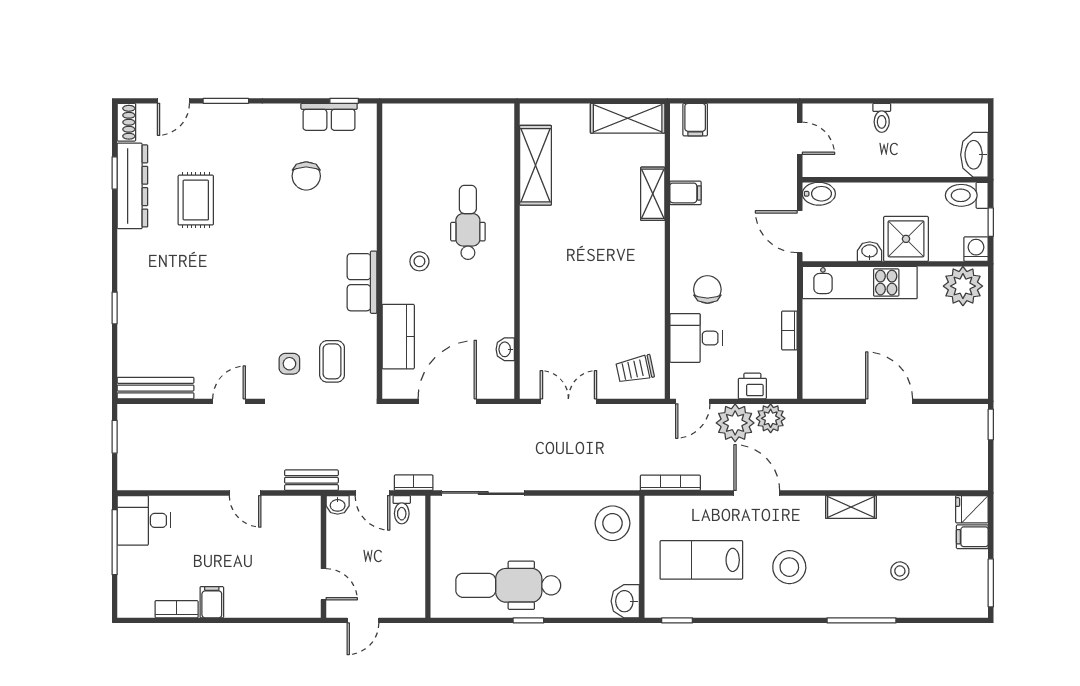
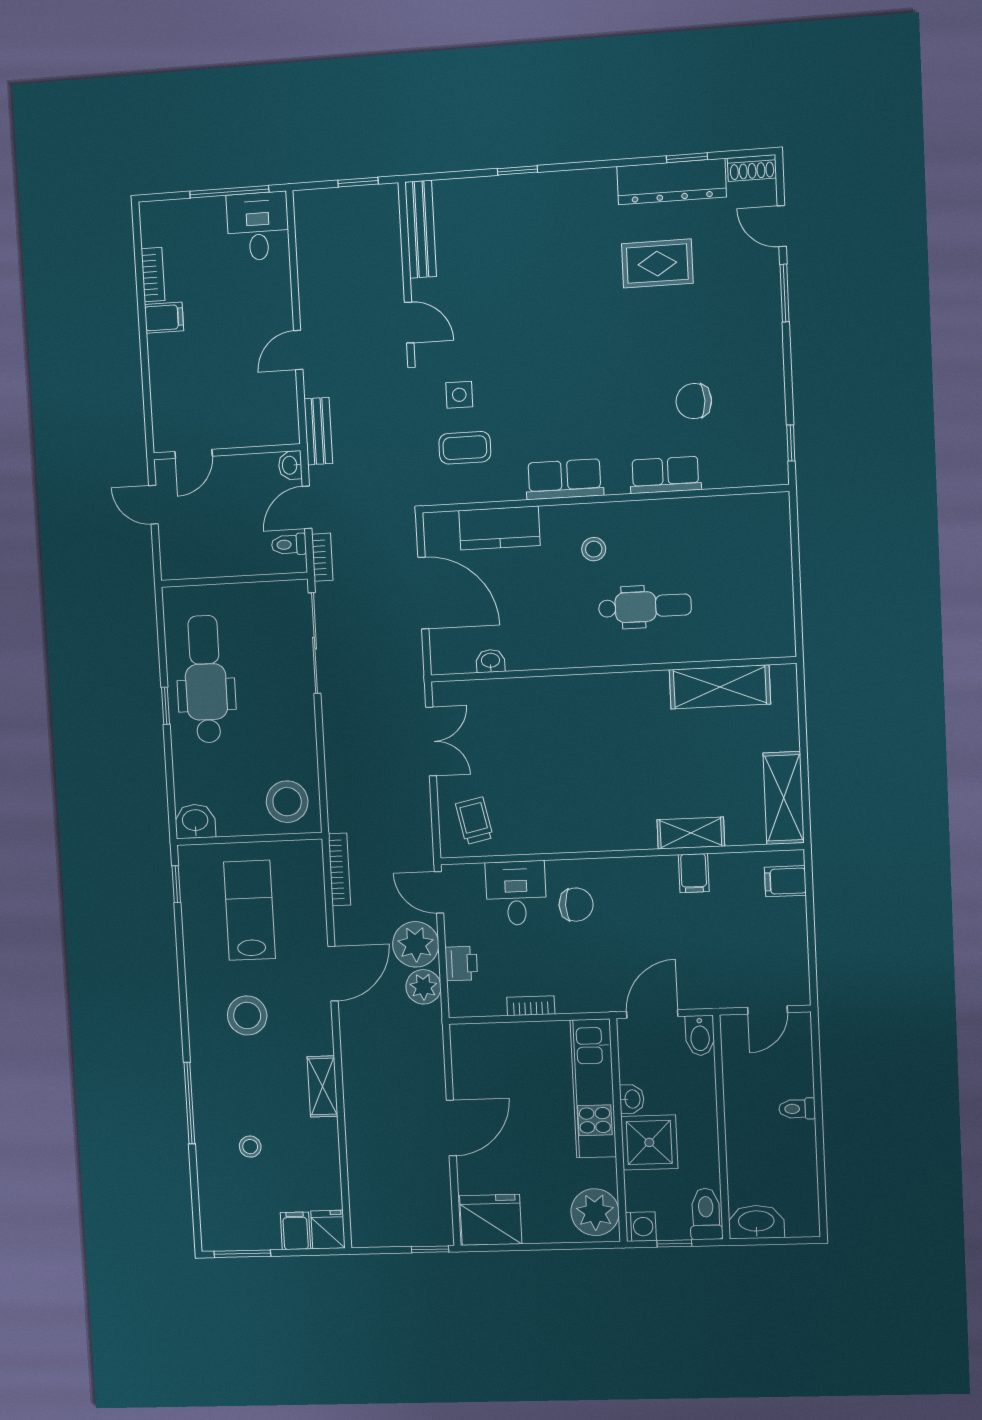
row of seats: (329, 117) -> (665, 475), moved, turned 90
fridge: (967, 372) -> (491, 1220), added

